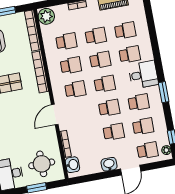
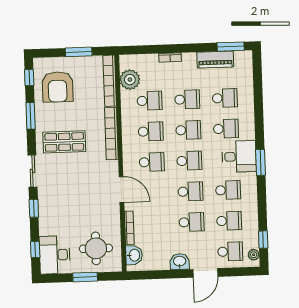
plant: (46, 16) -> (130, 80), moved
window: (164, 92) -> (260, 162), moved
door: (55, 115) -> (121, 189), swing flipped

